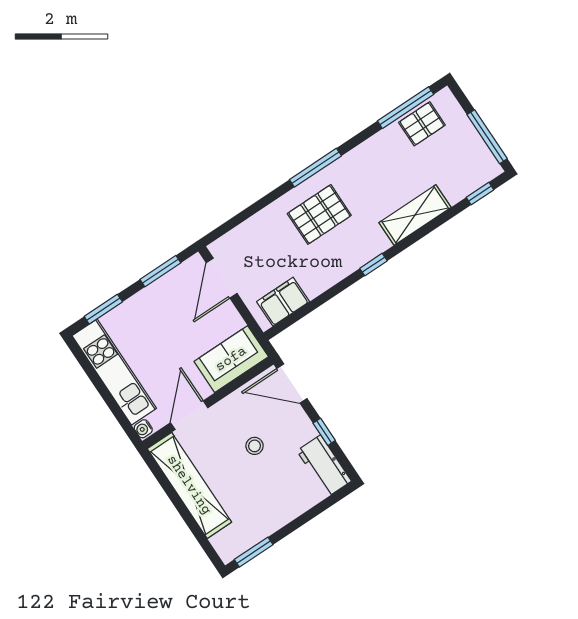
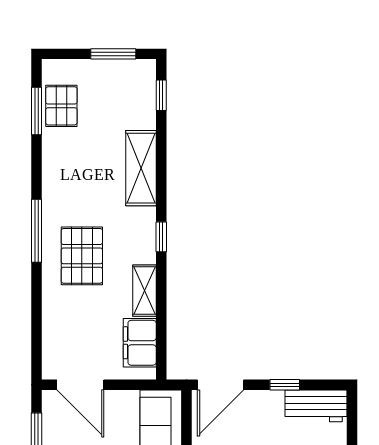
window: (406, 108) -> (36, 111), width x0.69
window: (487, 137) -> (113, 54), width x0.69
shelving: (325, 279) -> (145, 291), added

